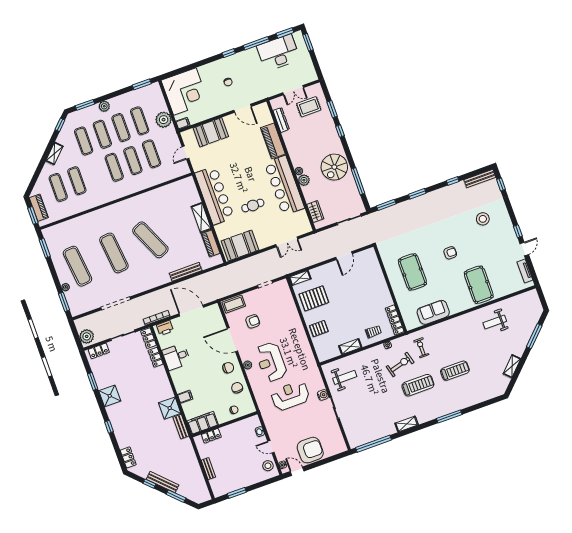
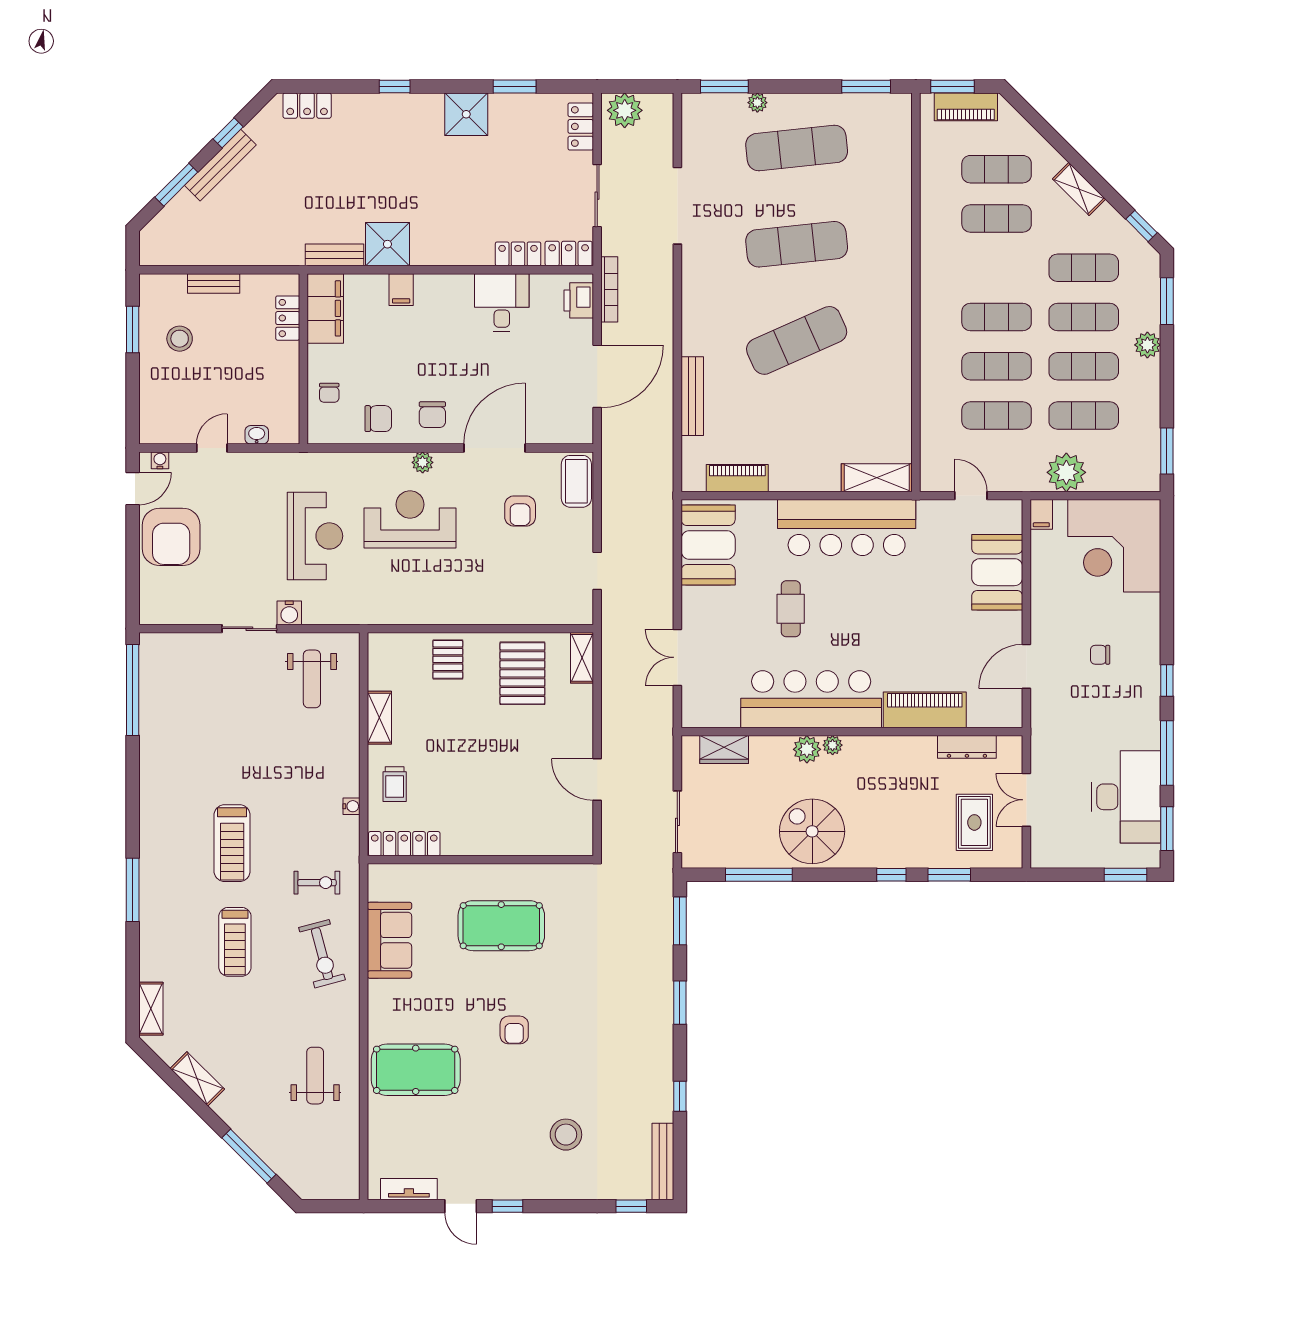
shelving: (201, 218) -> (877, 478), moved
exercise bike: (400, 364) -> (322, 954), moved
shelving: (407, 424) -> (151, 1009), moved
stool: (268, 466) -> (180, 339), moved

